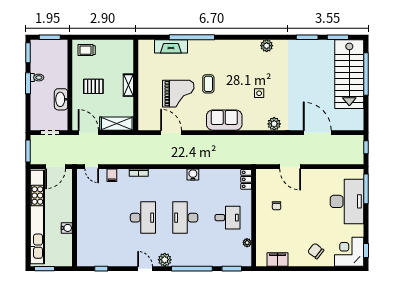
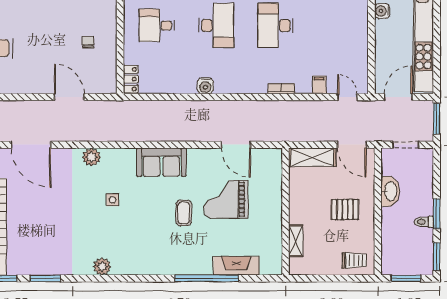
shelving: (128, 85) -> (296, 241), moved

